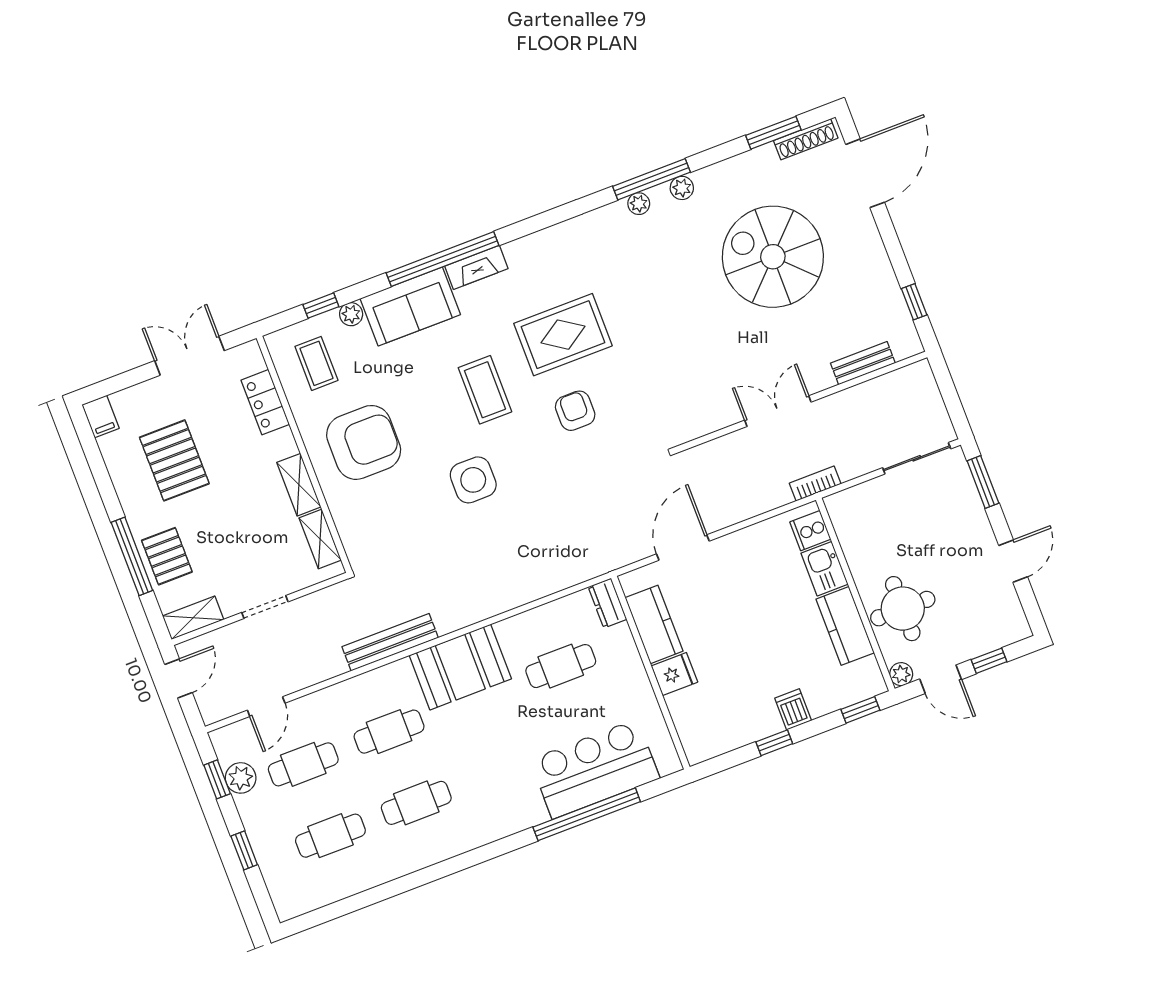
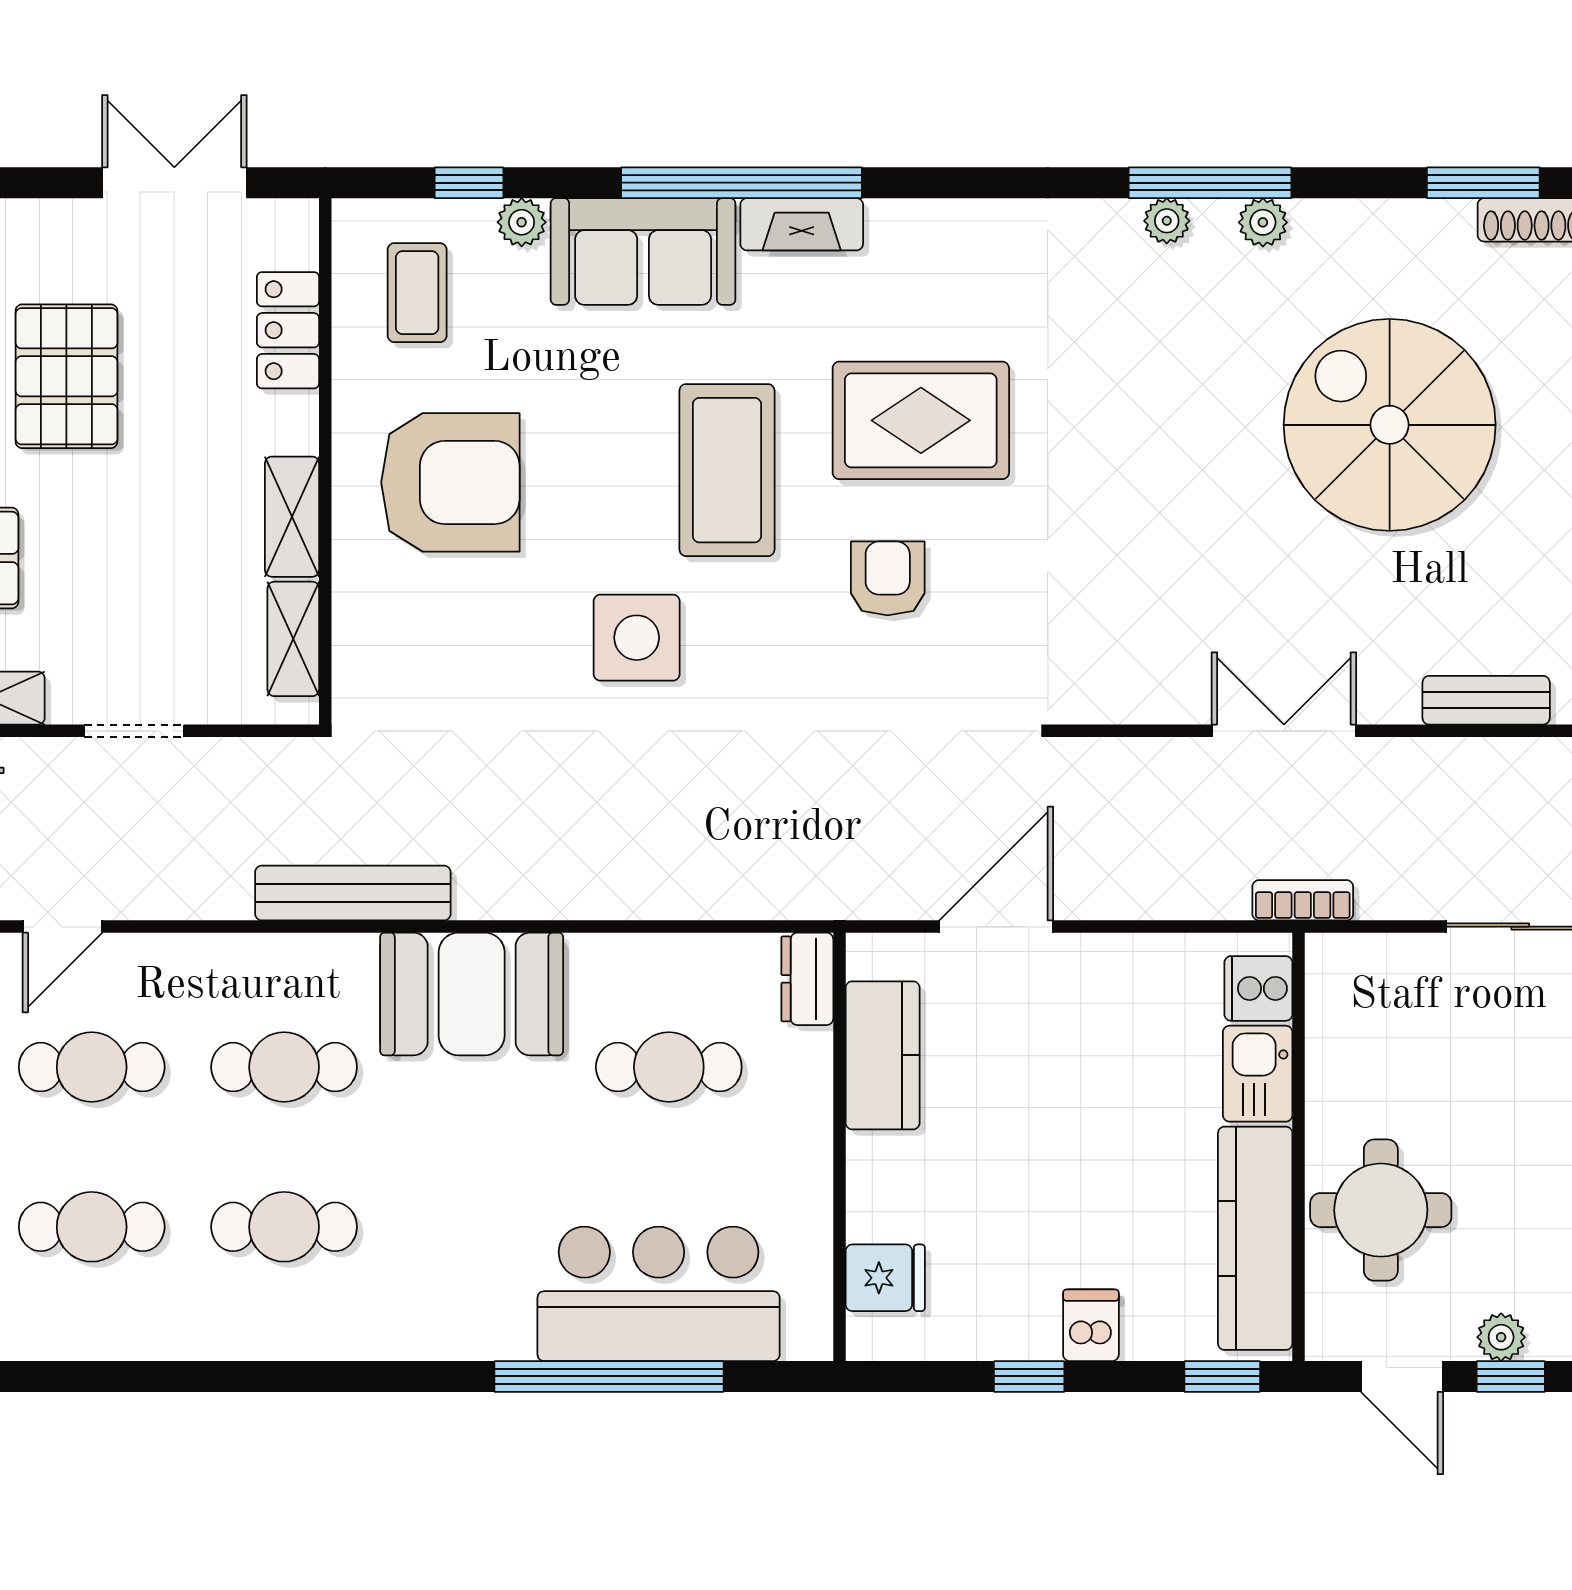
coffee table: (485, 390) -> (727, 470), width x1.36, depth x1.32
kitchen counter: (845, 626) -> (1255, 1238), width x1.50
fridge: (674, 674) -> (885, 1278), moved
plant: (901, 674) -> (1501, 1337), moved

